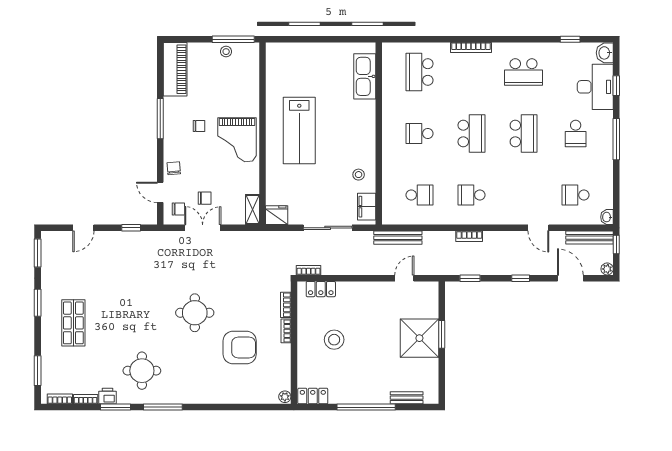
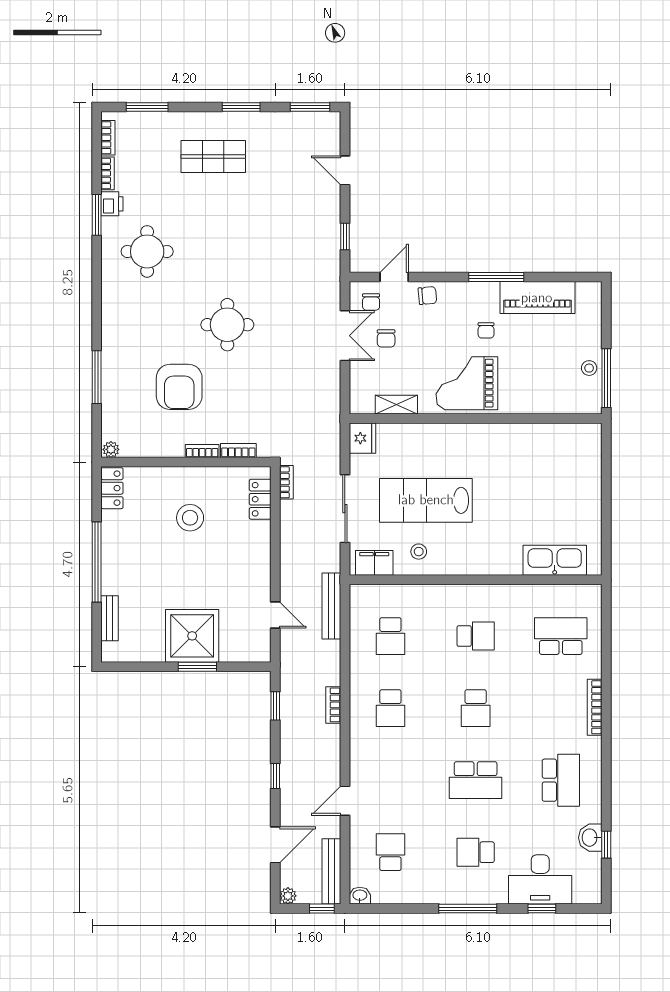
washbasin: (605, 53) -> (590, 838), moved, turned -90
piano: (175, 69) -> (537, 298), moved
school desk: (524, 72) -> (561, 780), turned 180
lab bench: (299, 130) -> (426, 500), moved
school desk: (420, 133) -> (476, 636), turned 90
school desk: (472, 133) -> (476, 708), width x0.54
school desk: (472, 195) -> (390, 708), turned 180
shelving: (253, 210) -> (396, 405), moved
window: (163, 407) -> (97, 377), moved

